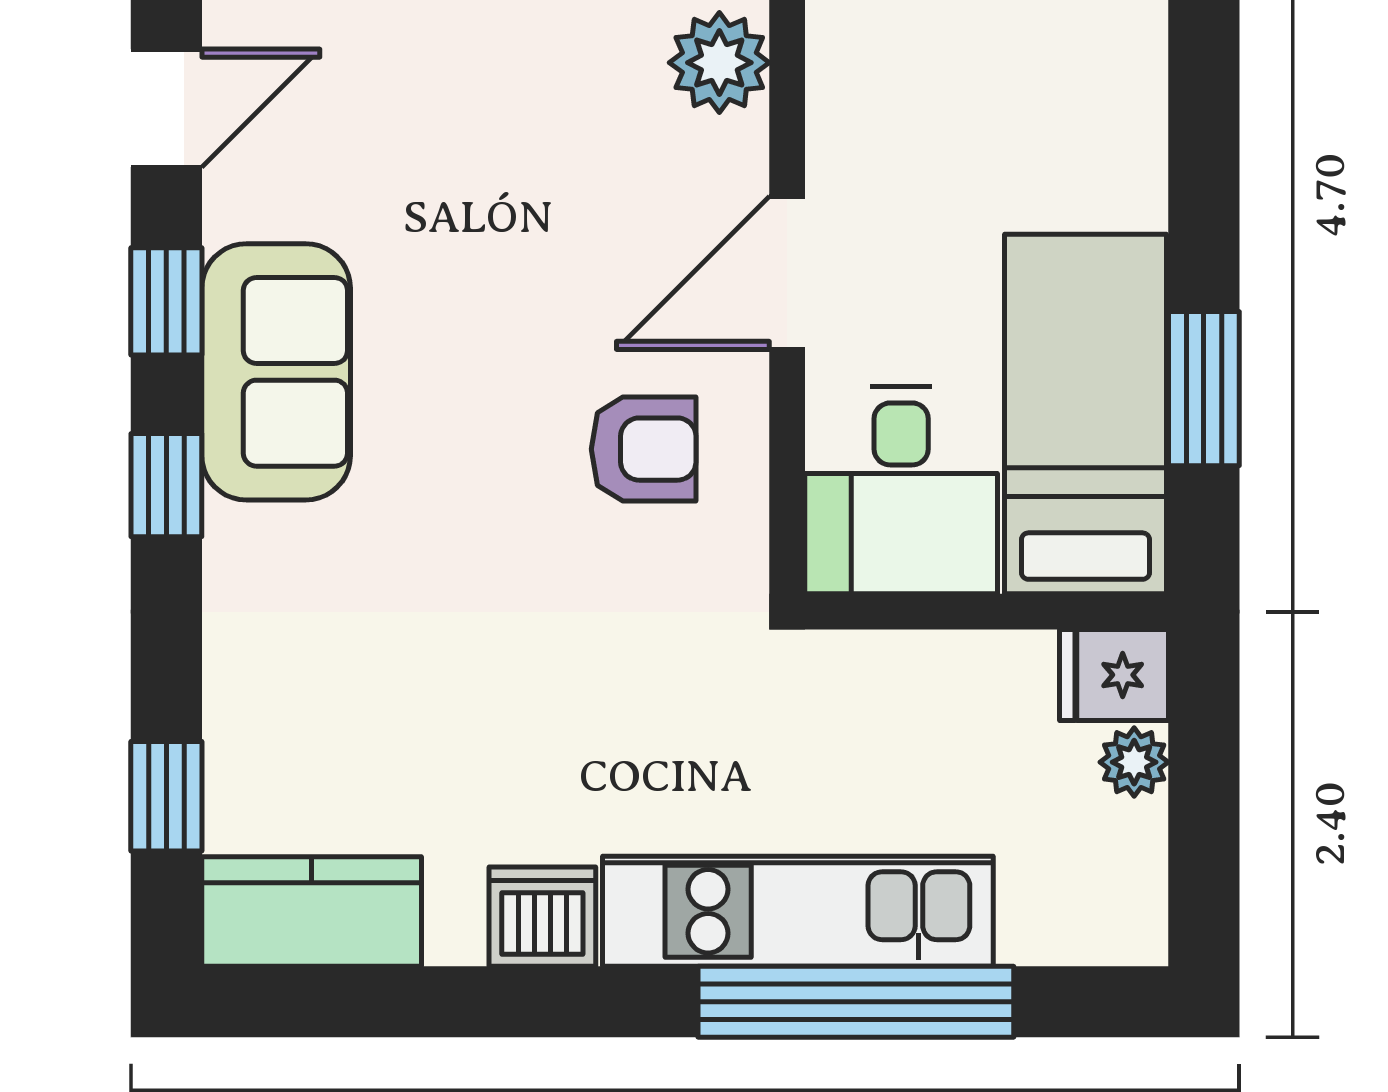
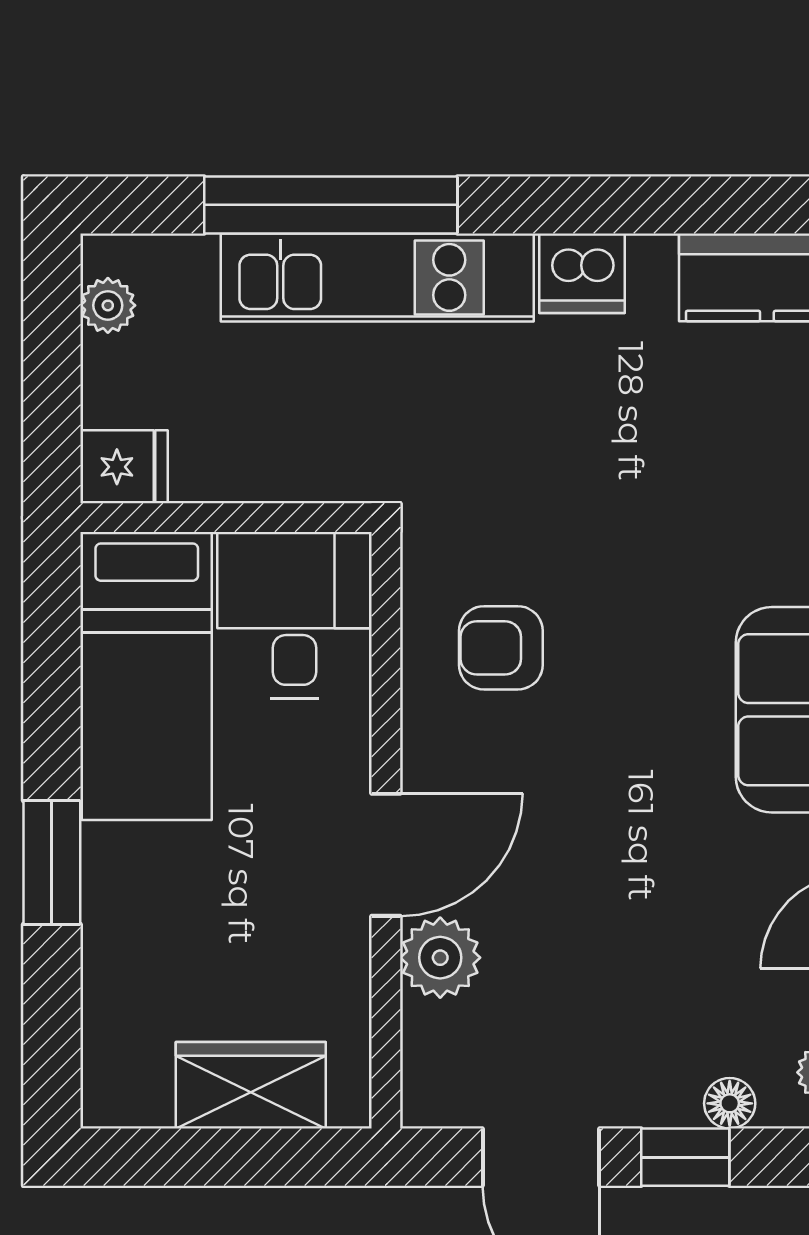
door: (787, 273) -> (386, 855), moved
window: (1204, 389) -> (52, 863), moved
plant: (1134, 762) -> (108, 305), moved

